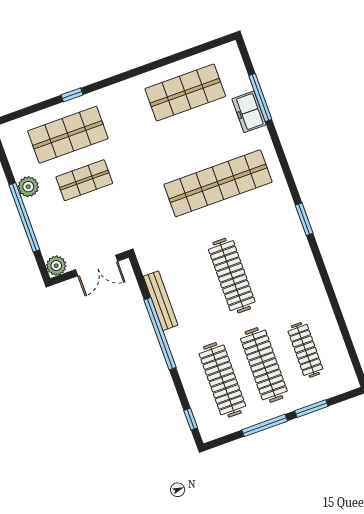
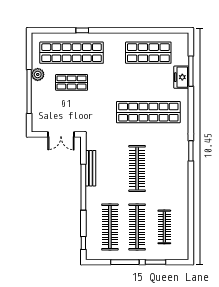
shop shelf: (68, 135) -> (72, 53), width x1.40
plant: (56, 266) -> (37, 126), removed

